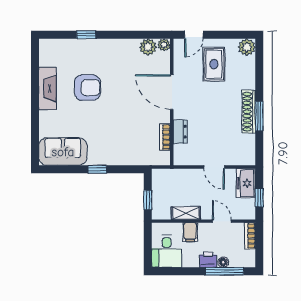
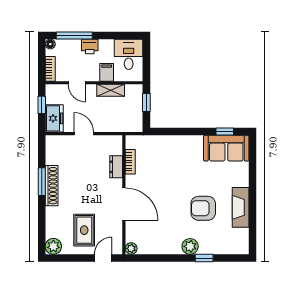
plant: (148, 47) -> (190, 246), moved
window: (97, 169) -> (225, 131), moved
floor lamp: (223, 262) -> (50, 44), moved

